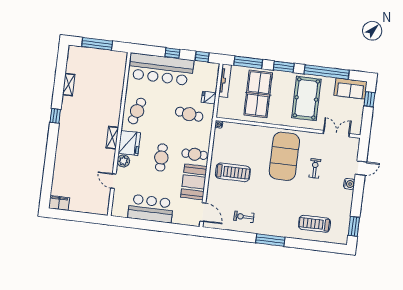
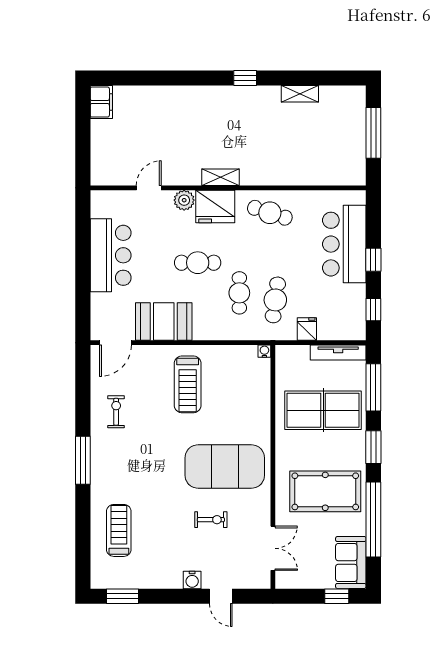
bar counter: (161, 69) -> (344, 244), width x0.73
cafe table: (195, 154) -> (239, 293), moved

